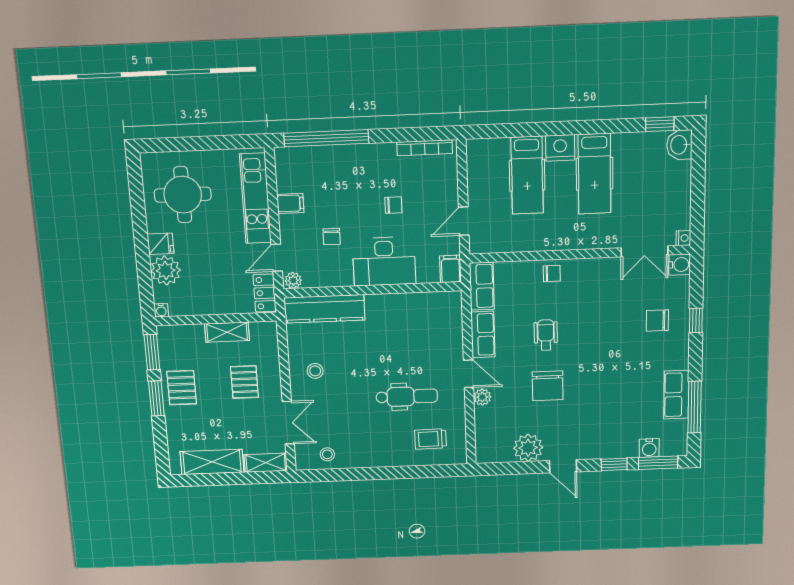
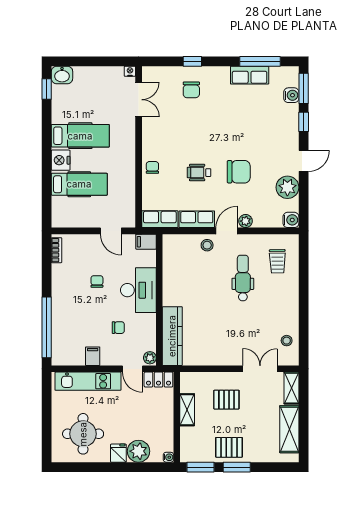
bookcase: (425, 148) -> (57, 250), width x0.64
water cooler: (680, 265) -> (291, 220), moved, turned 90
stool: (315, 371) -> (207, 245), moved

